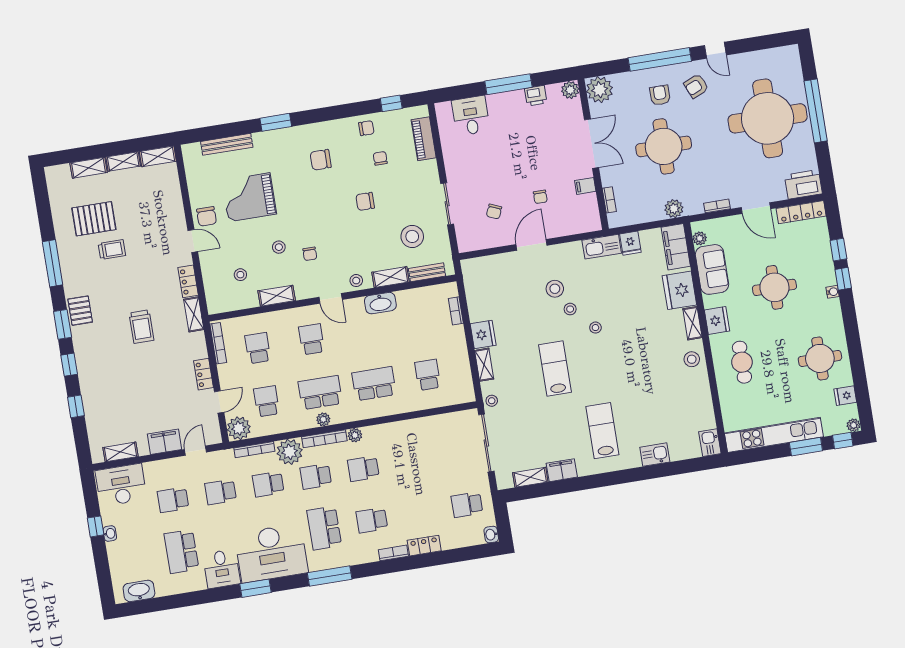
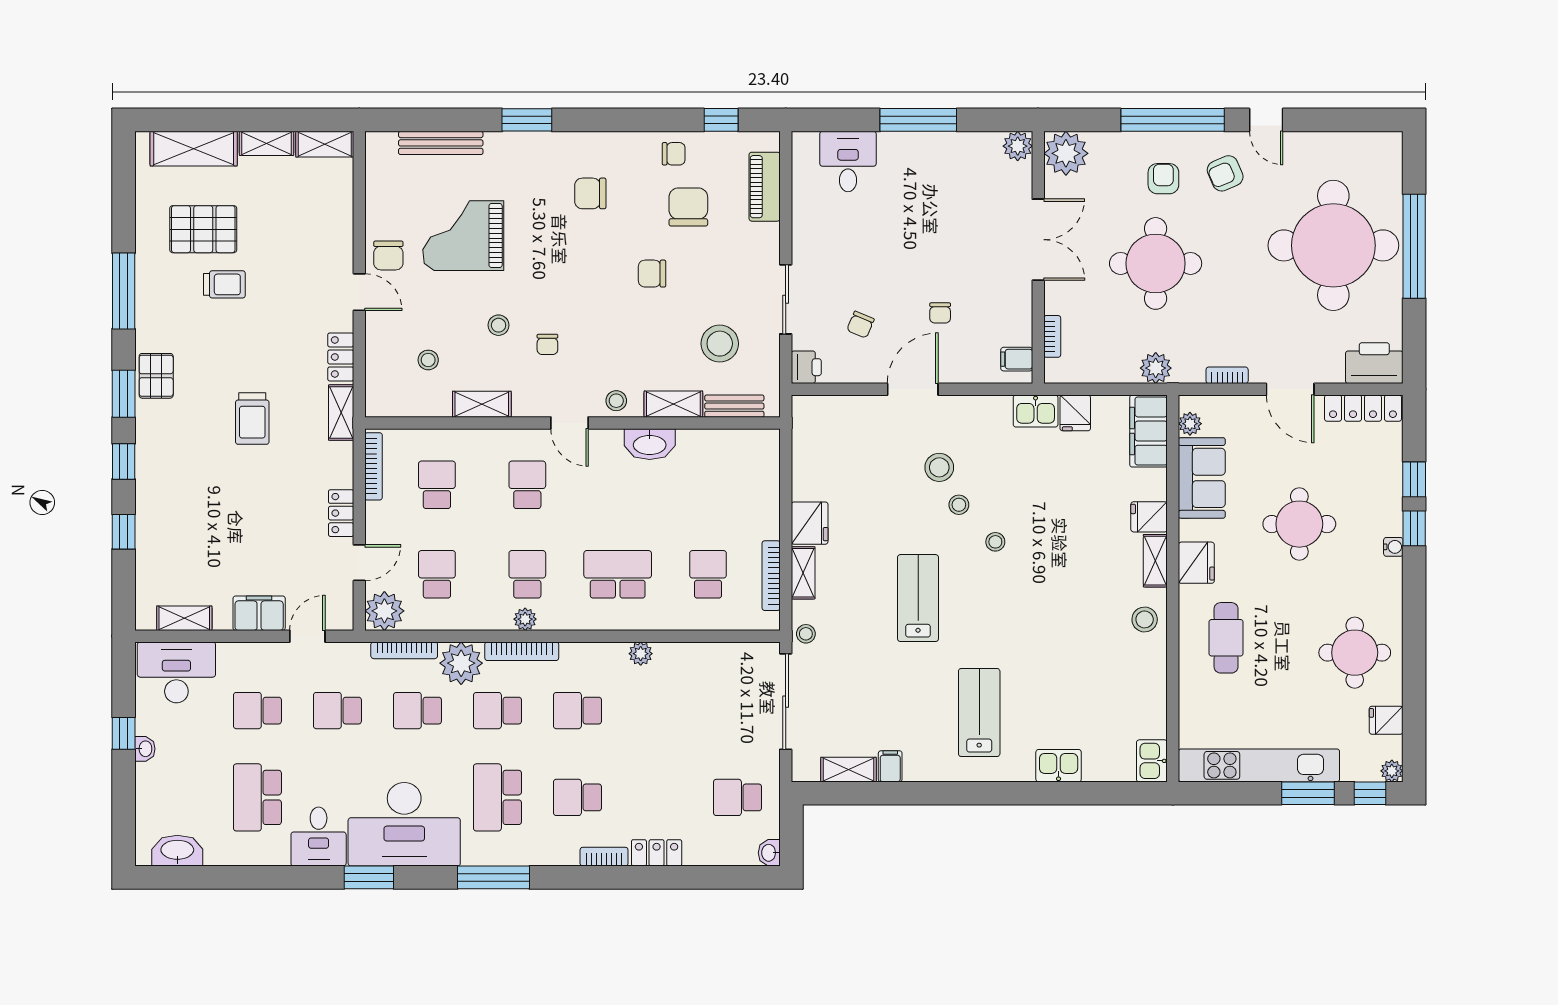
printer: (536, 96) -> (806, 367), moved, turned -90
chair: (380, 158) -> (688, 207), width x1.87, depth x1.87
shelving: (89, 168) -> (194, 149), width x1.50, depth x1.33
filing cabinet: (585, 186) -> (1017, 359), moved
kitchen sink: (602, 247) -> (1036, 411), width x0.73
fridge: (679, 290) -> (1149, 517), width x0.53, depth x0.75
bookcase: (456, 311) -> (771, 576), moved, width x1.56
school desk: (320, 392) -> (527, 574), width x0.54
plant: (355, 435) -> (641, 654), moved
filing cabinet: (562, 470) -> (890, 766), width x0.50

